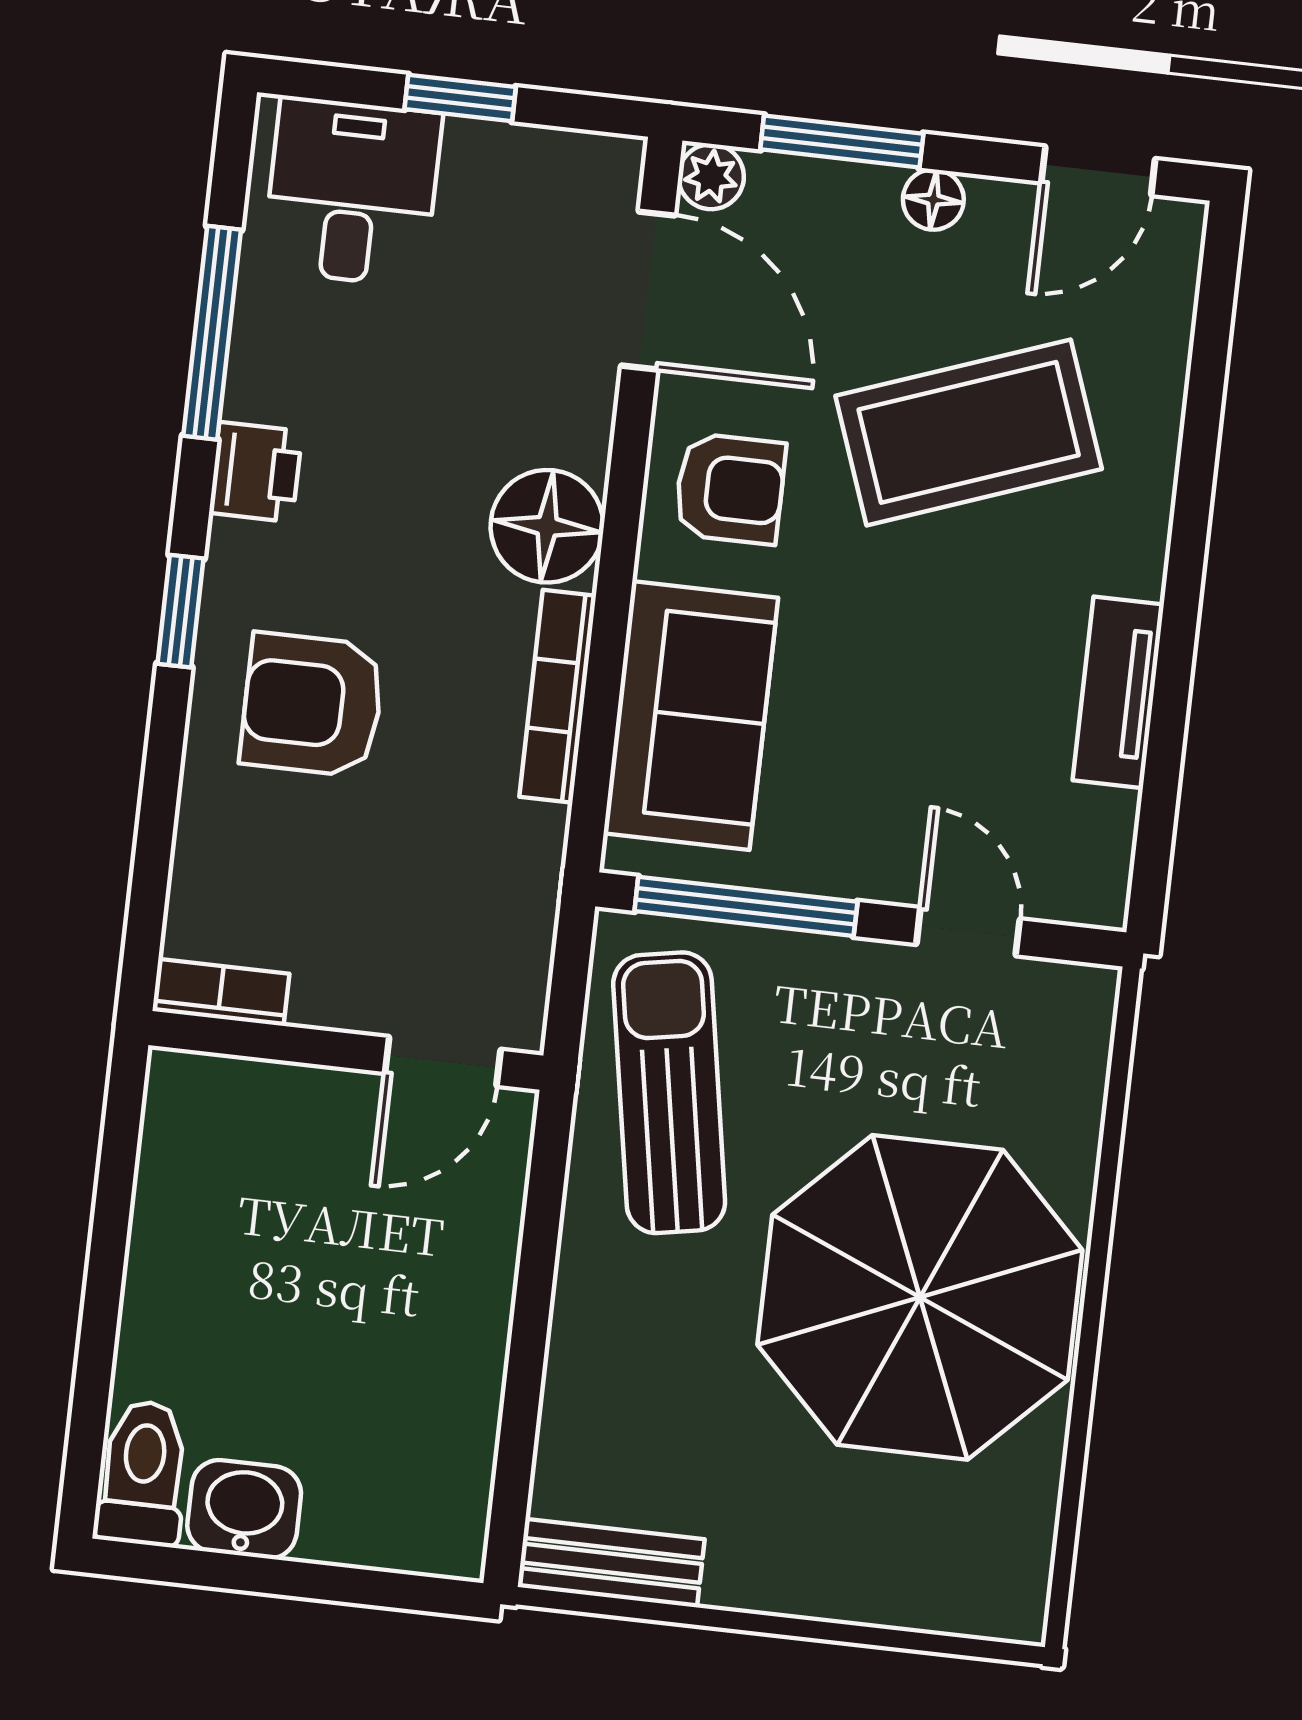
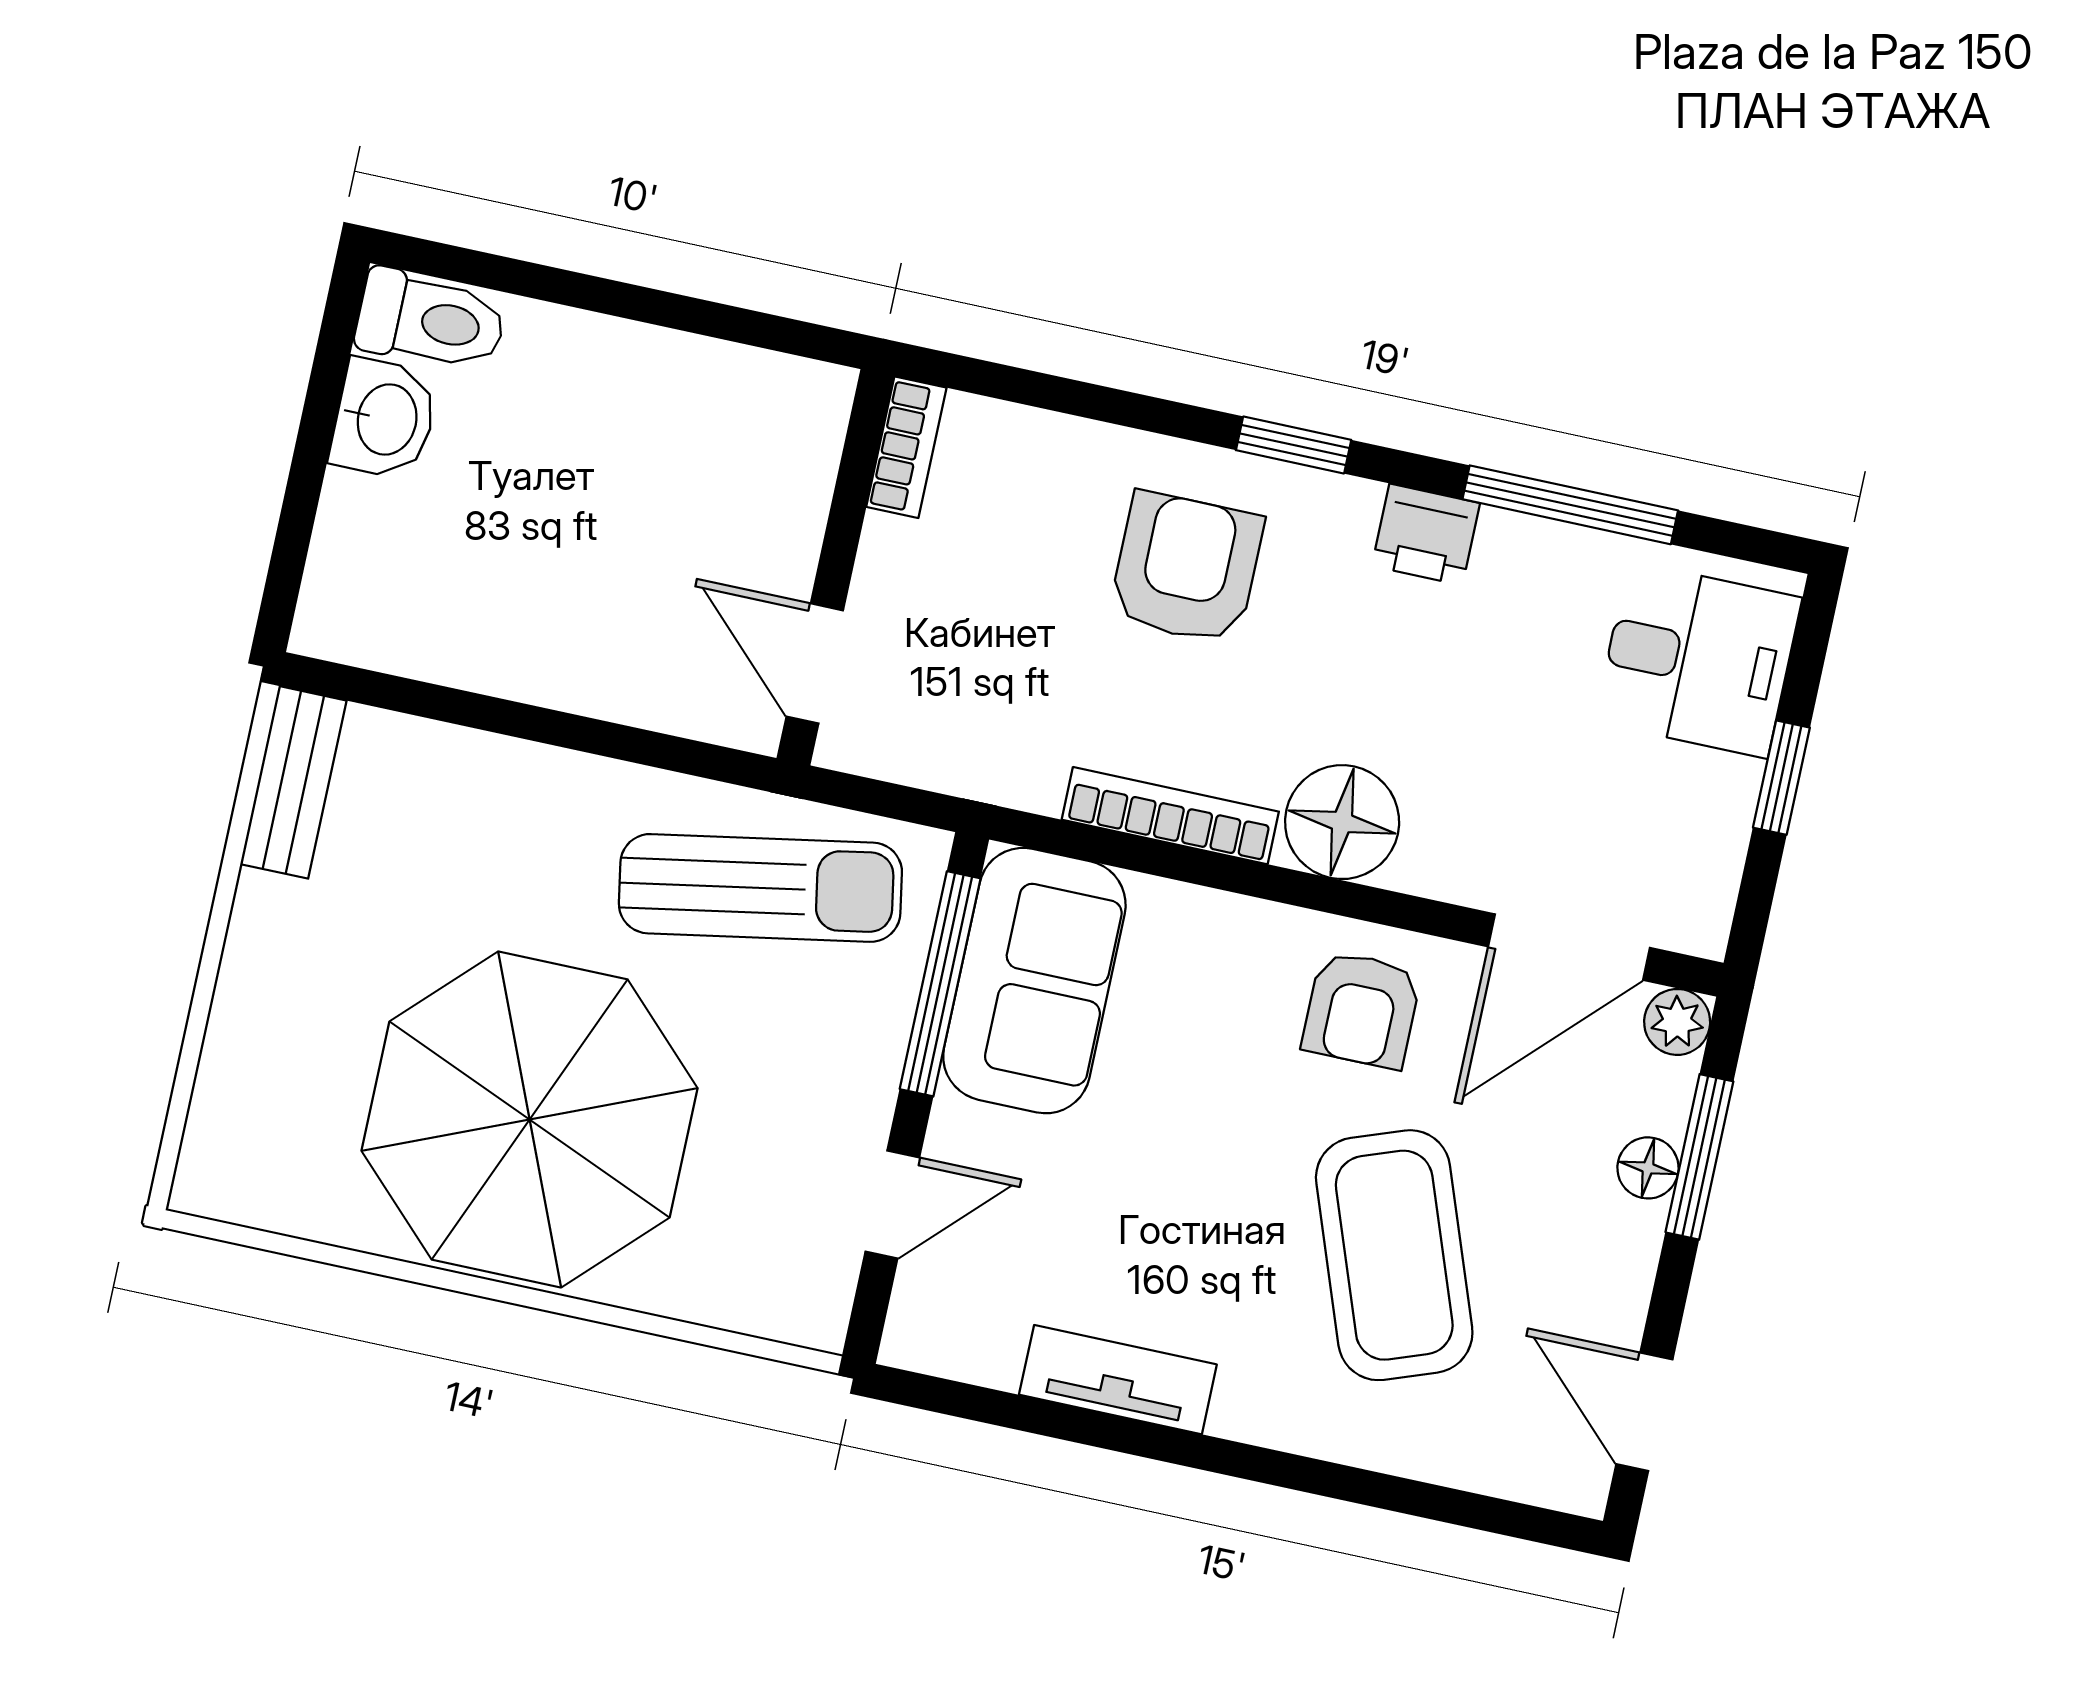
floor lamp: (933, 200) -> (1648, 1168), moved
sofa: (691, 716) -> (1034, 981), moved, turned -90

